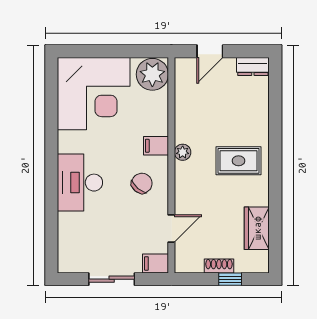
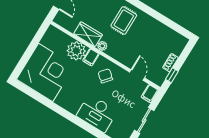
plant: (152, 74) -> (76, 51), moved
desk: (80, 183) -> (97, 113), moved
wardrobe: (257, 228) -> (88, 34), moved, turned 180
window: (230, 279) -> (172, 75), moved

